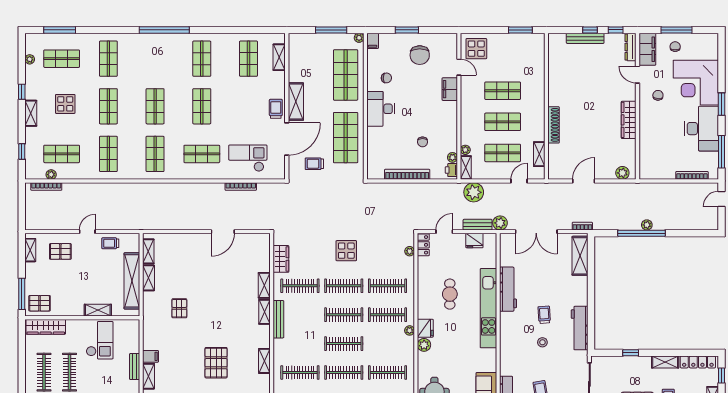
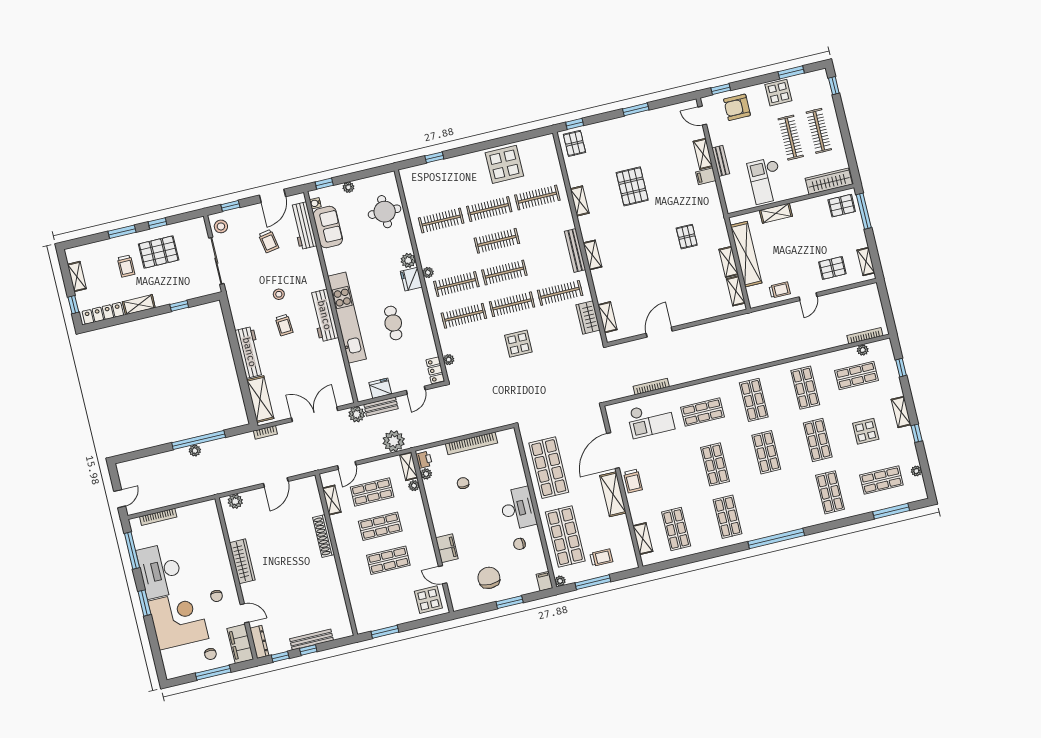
trolley: (314, 164) -> (601, 558), moved
shelving: (264, 285) -> (607, 317), moved
workbench: (508, 289) -> (324, 315), moved
workbench: (580, 328) -> (249, 352), moved

